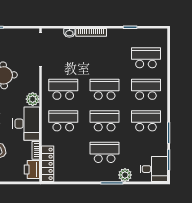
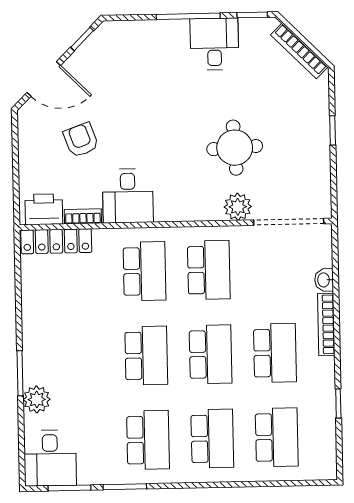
plant: (33, 99) -> (238, 207), moved
desk: (26, 124) -> (128, 196), width x0.73
school desk: (105, 152) -> (275, 353), moved

